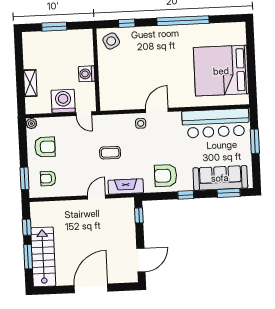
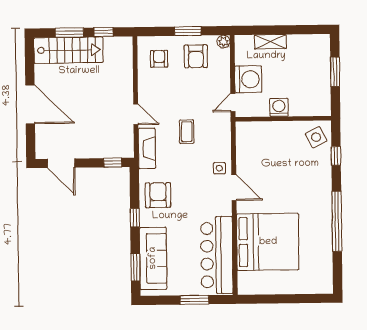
bed: (221, 71) -> (268, 242), moved, turned 90
window: (24, 178) -> (188, 31), moved

